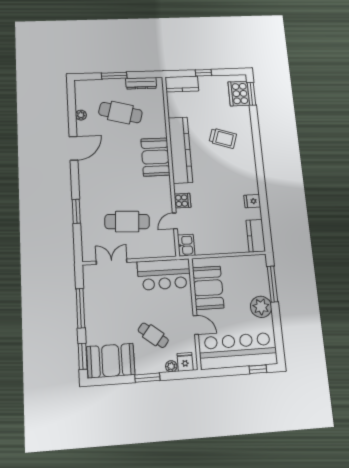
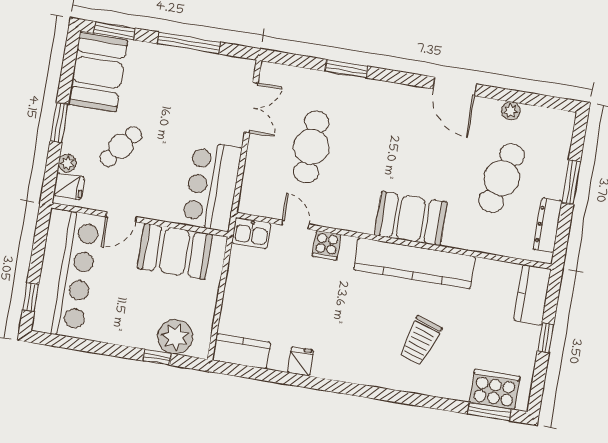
window: (272, 284) -> (157, 357), width x0.46
plant: (261, 307) -> (175, 337), moved

